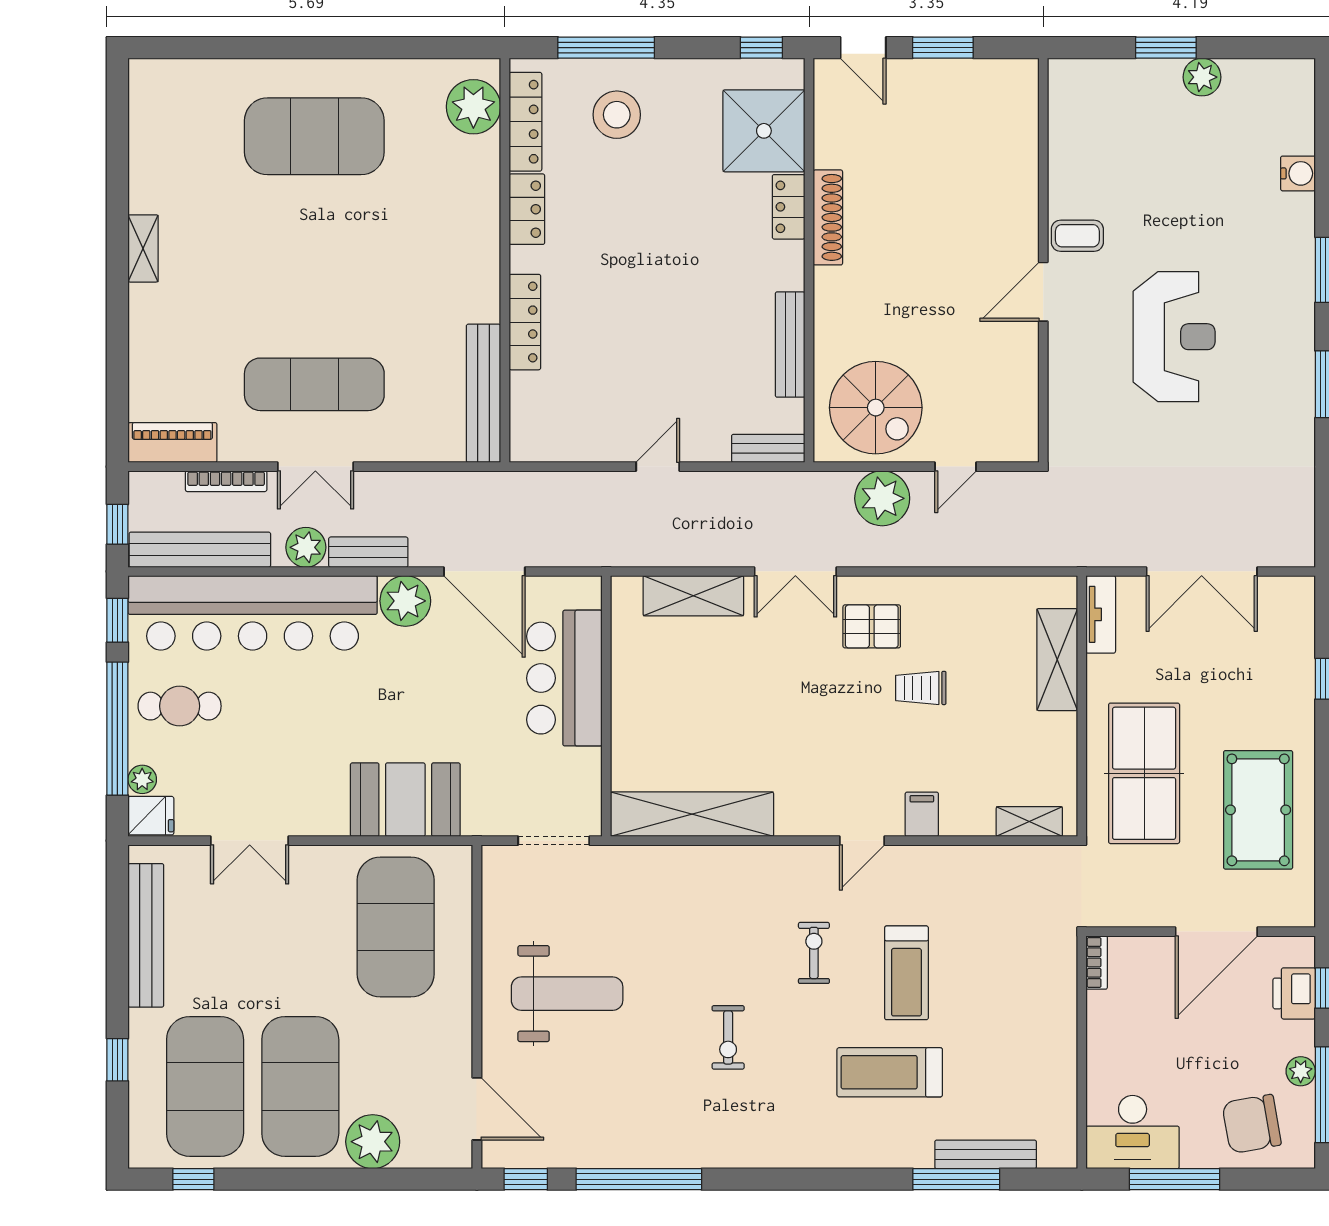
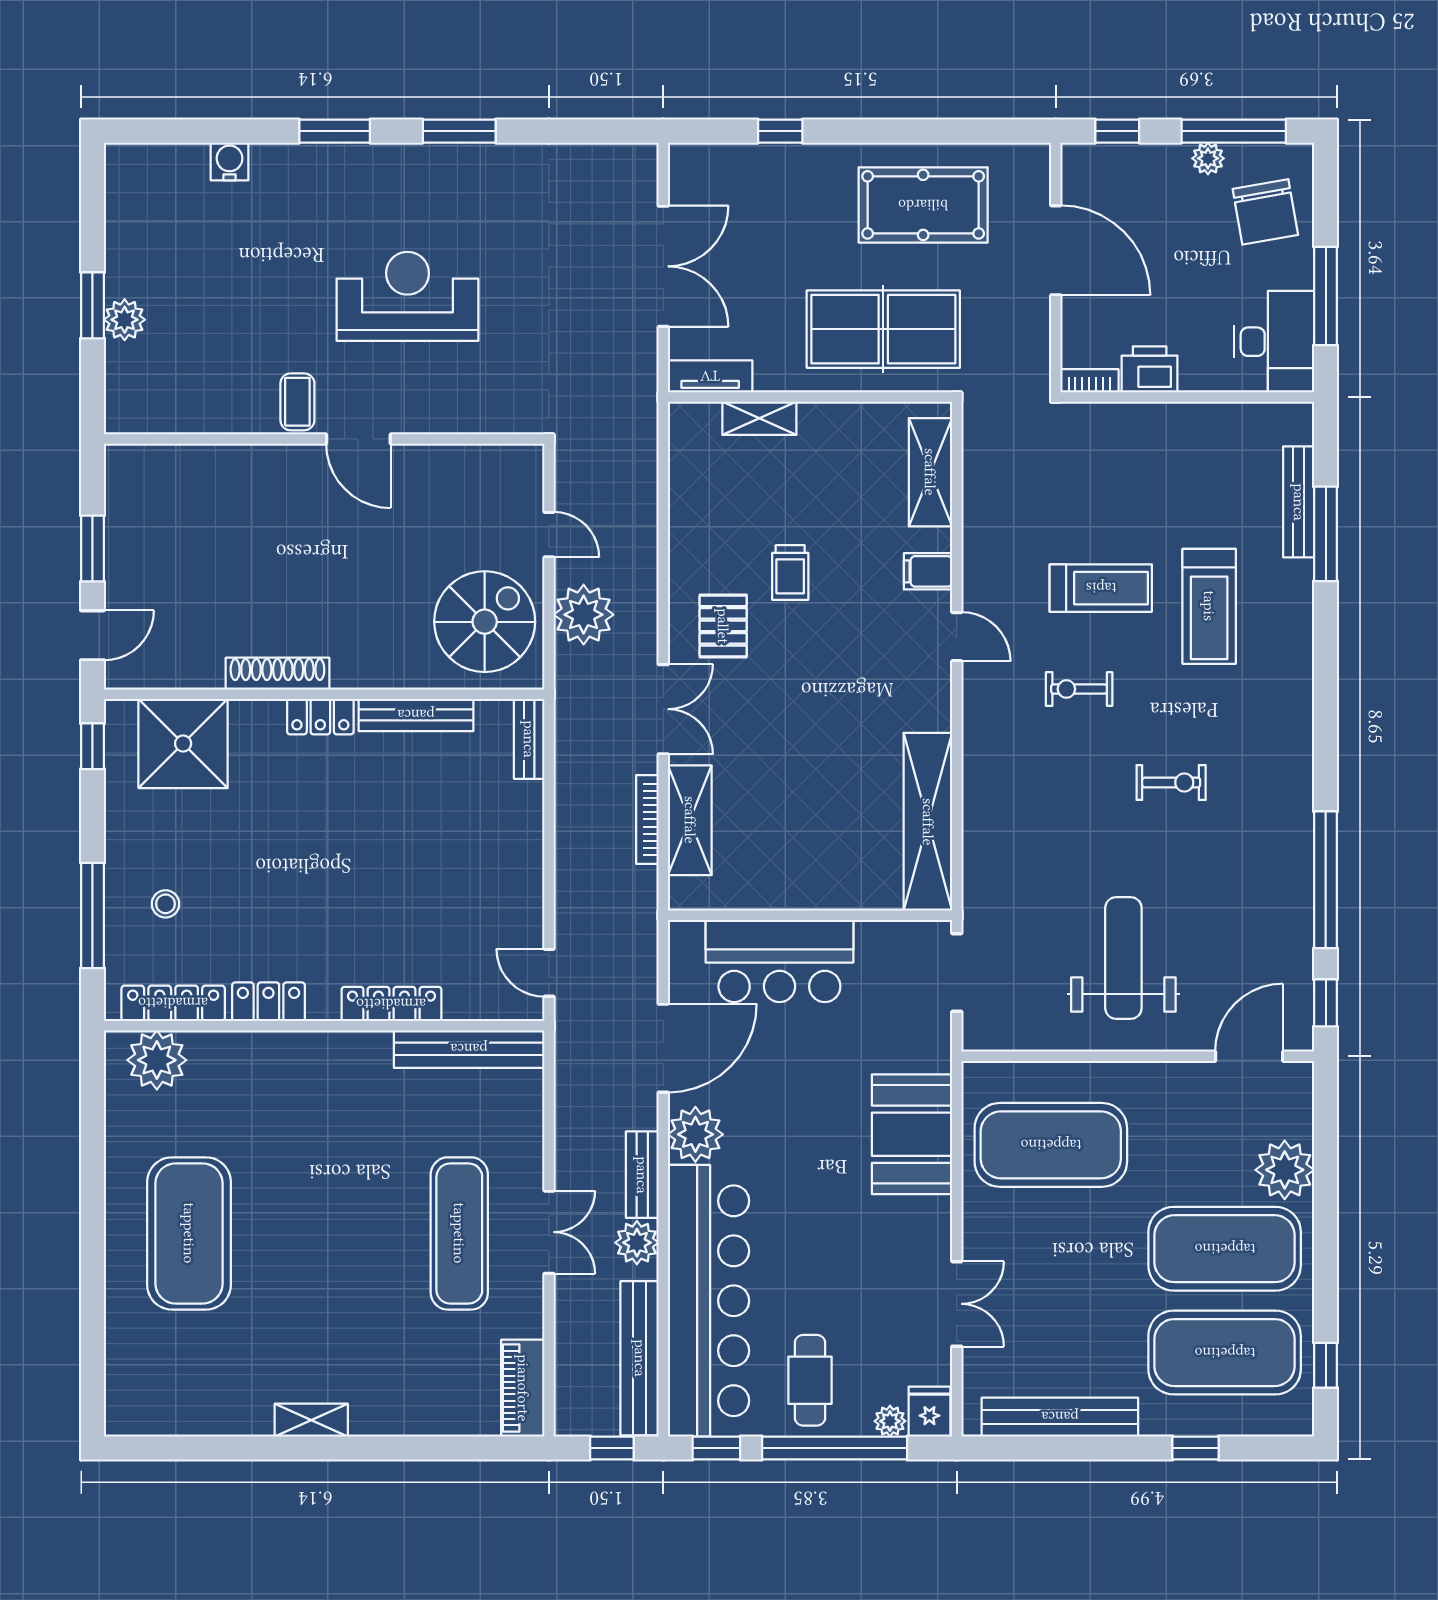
plant: (1202, 77) -> (125, 320), moved
stool: (617, 115) -> (165, 904), width x0.53, depth x0.53
locker: (789, 207) -> (320, 717), moved
door: (658, 467) -> (549, 973), moved
bookcase: (226, 481) -> (647, 819), moved, turned 180
shelving: (1057, 660) -> (759, 418), width x0.67, depth x0.75
shelving: (1029, 822) -> (930, 472), width x1.50, depth x1.33
printer: (1294, 993) -> (1150, 369), moved, turned 180

